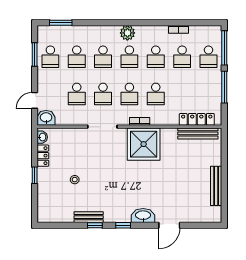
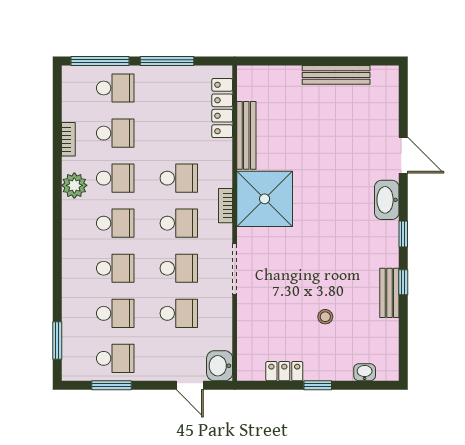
plant: (127, 33) -> (74, 185), moved
bench: (198, 133) -> (246, 135), moved
washbasin: (42, 137) -> (365, 372), moved

